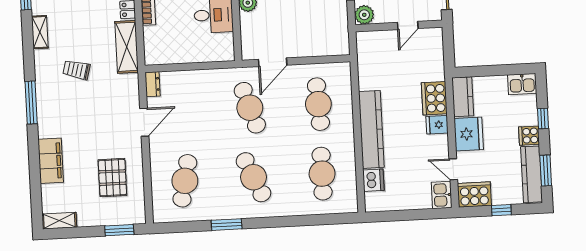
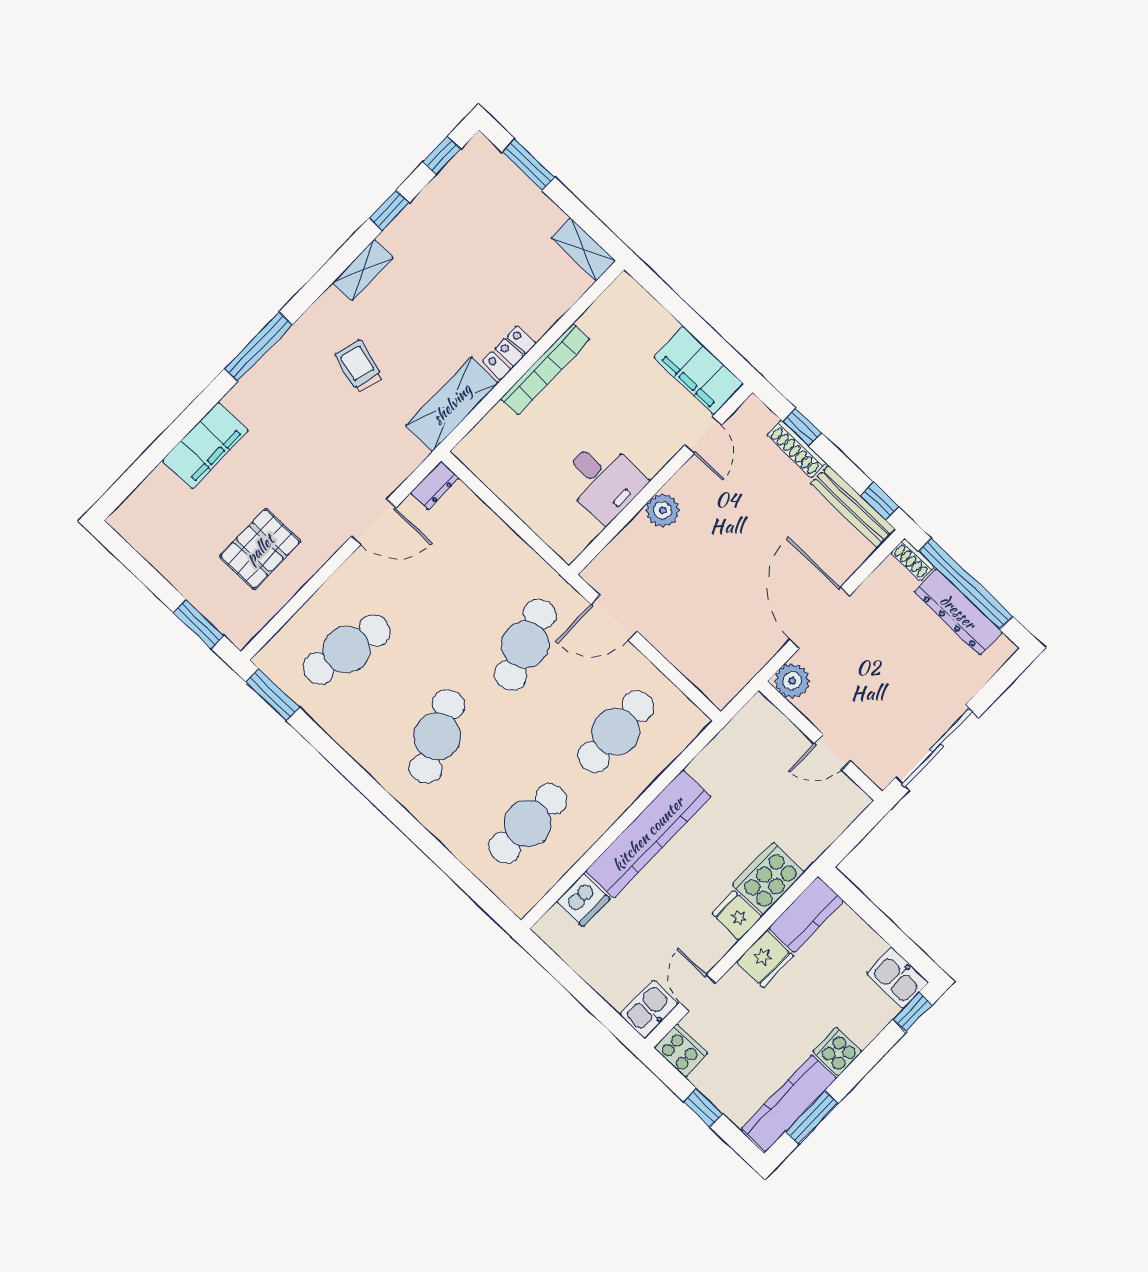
window: (543, 119) -> (913, 1012), moved
fridge: (469, 134) -> (765, 959), width x0.73, depth x0.75
cooker: (474, 195) -> (681, 1051), width x0.73, depth x0.76
shelving: (59, 221) -> (136, 532), removed
window: (227, 225) -> (273, 695), moved

